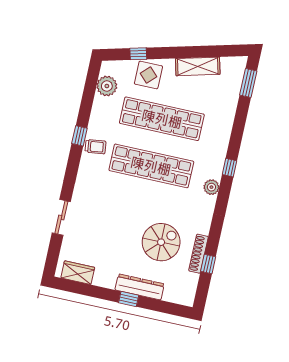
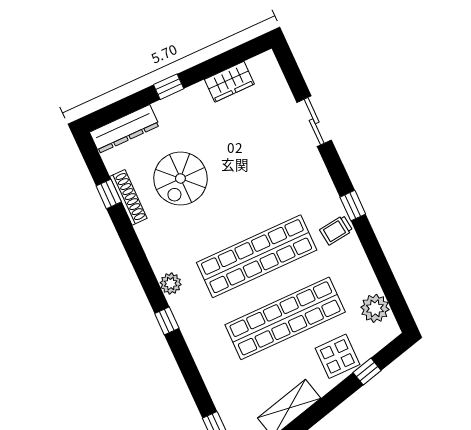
window: (79, 136) -> (353, 206), moved
wardrobe: (78, 273) -> (229, 82), moved
dresser: (140, 287) -> (124, 129), moved

